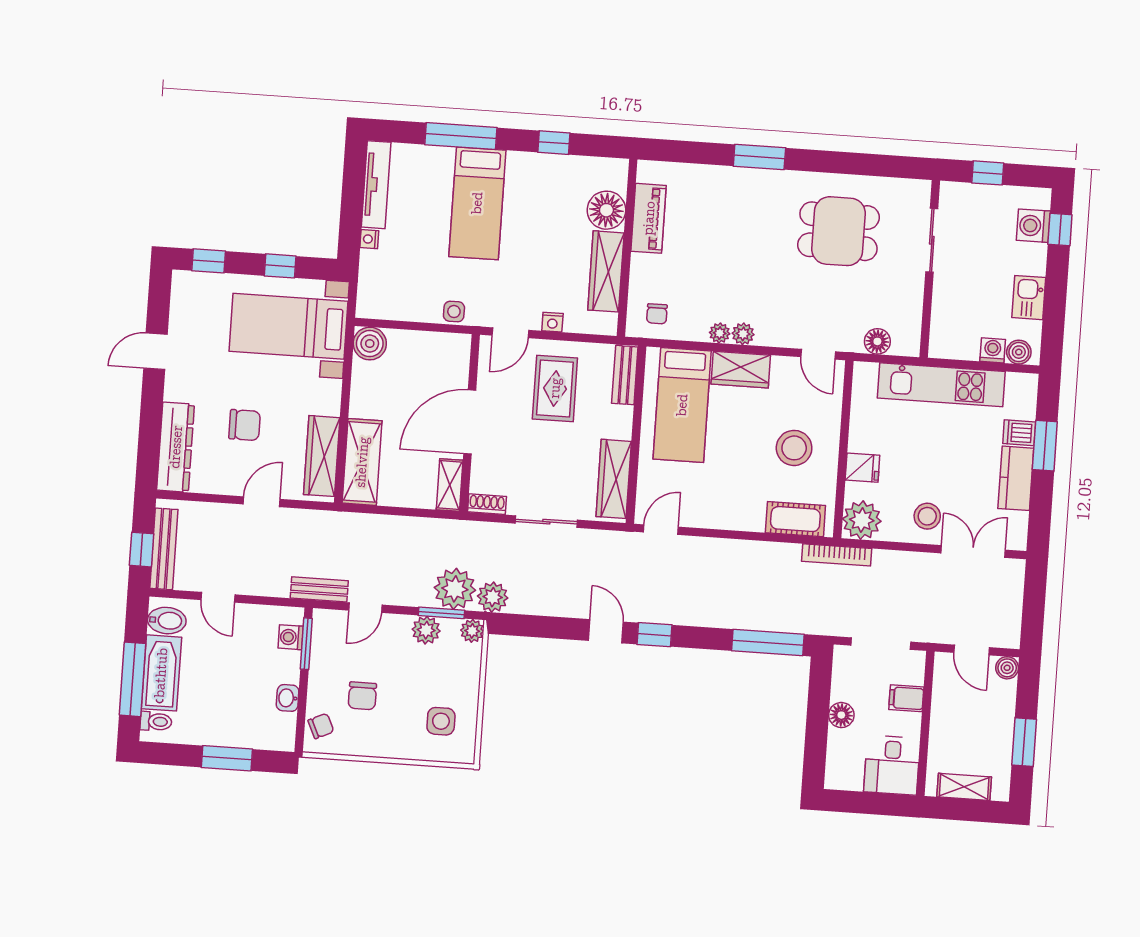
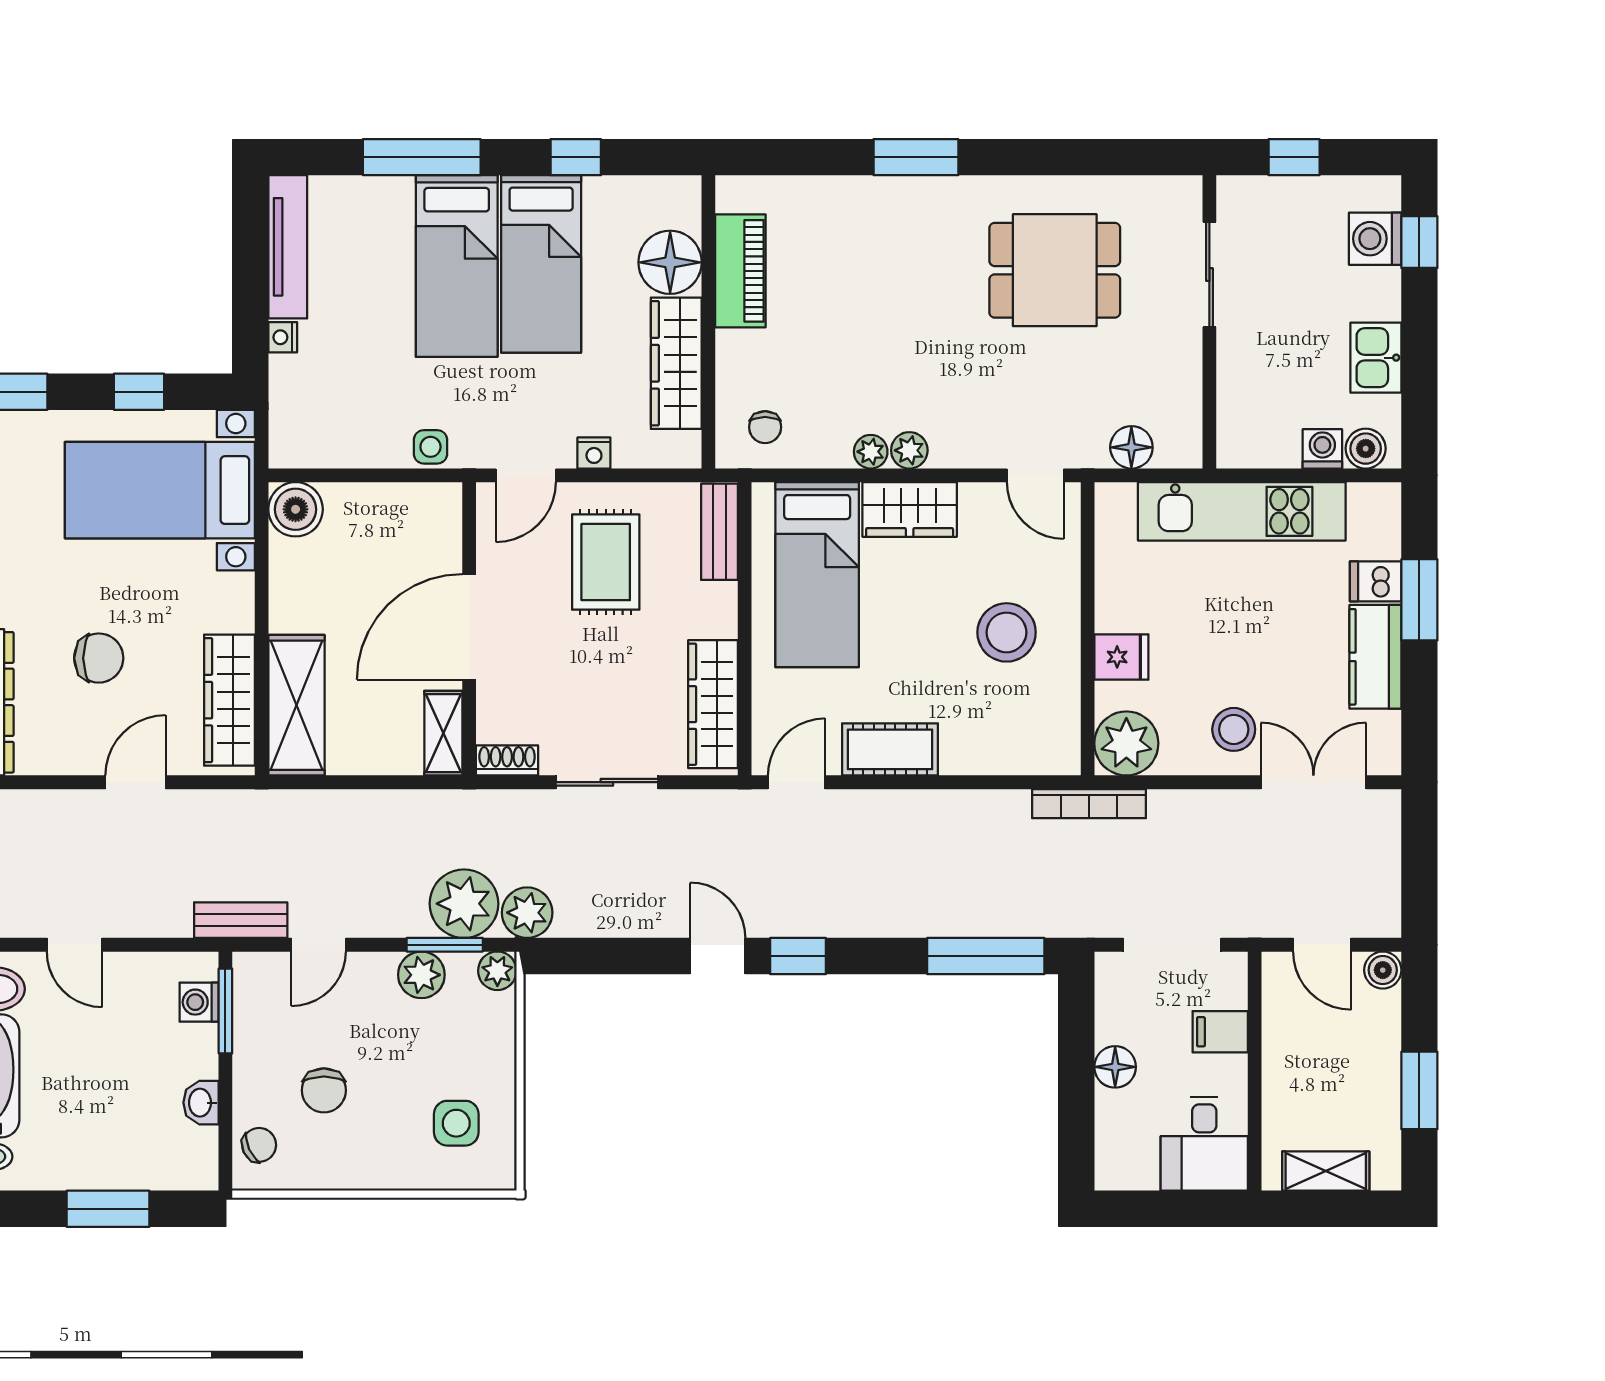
bed: (528, 206) -> (541, 264), added
cot: (795, 519) -> (890, 749), moved

